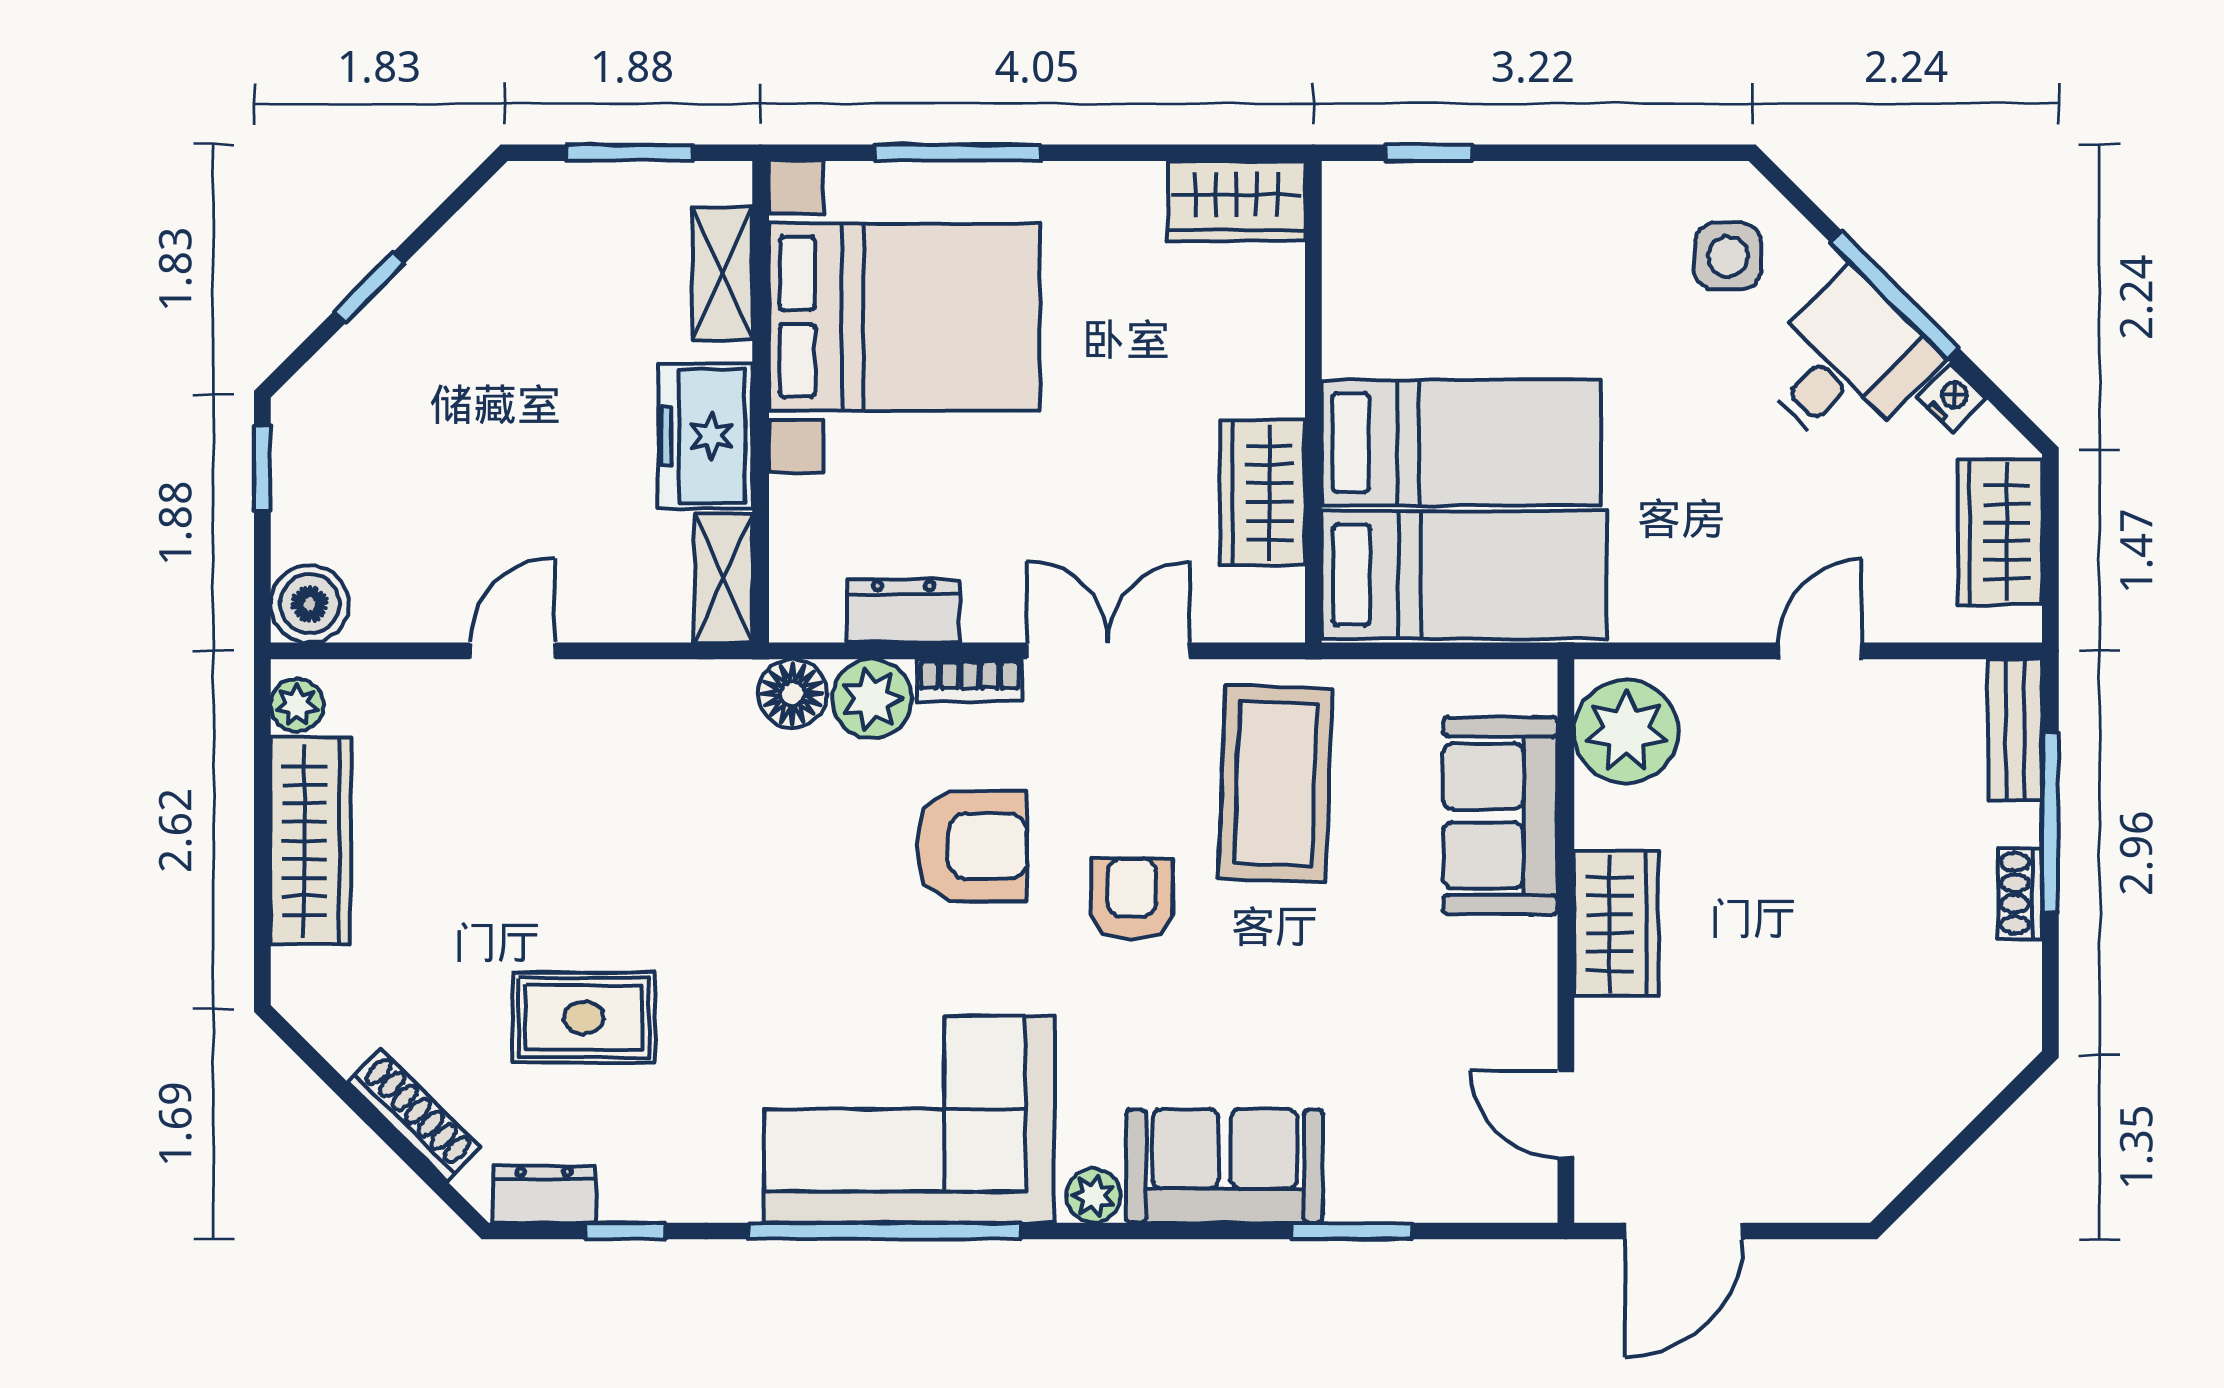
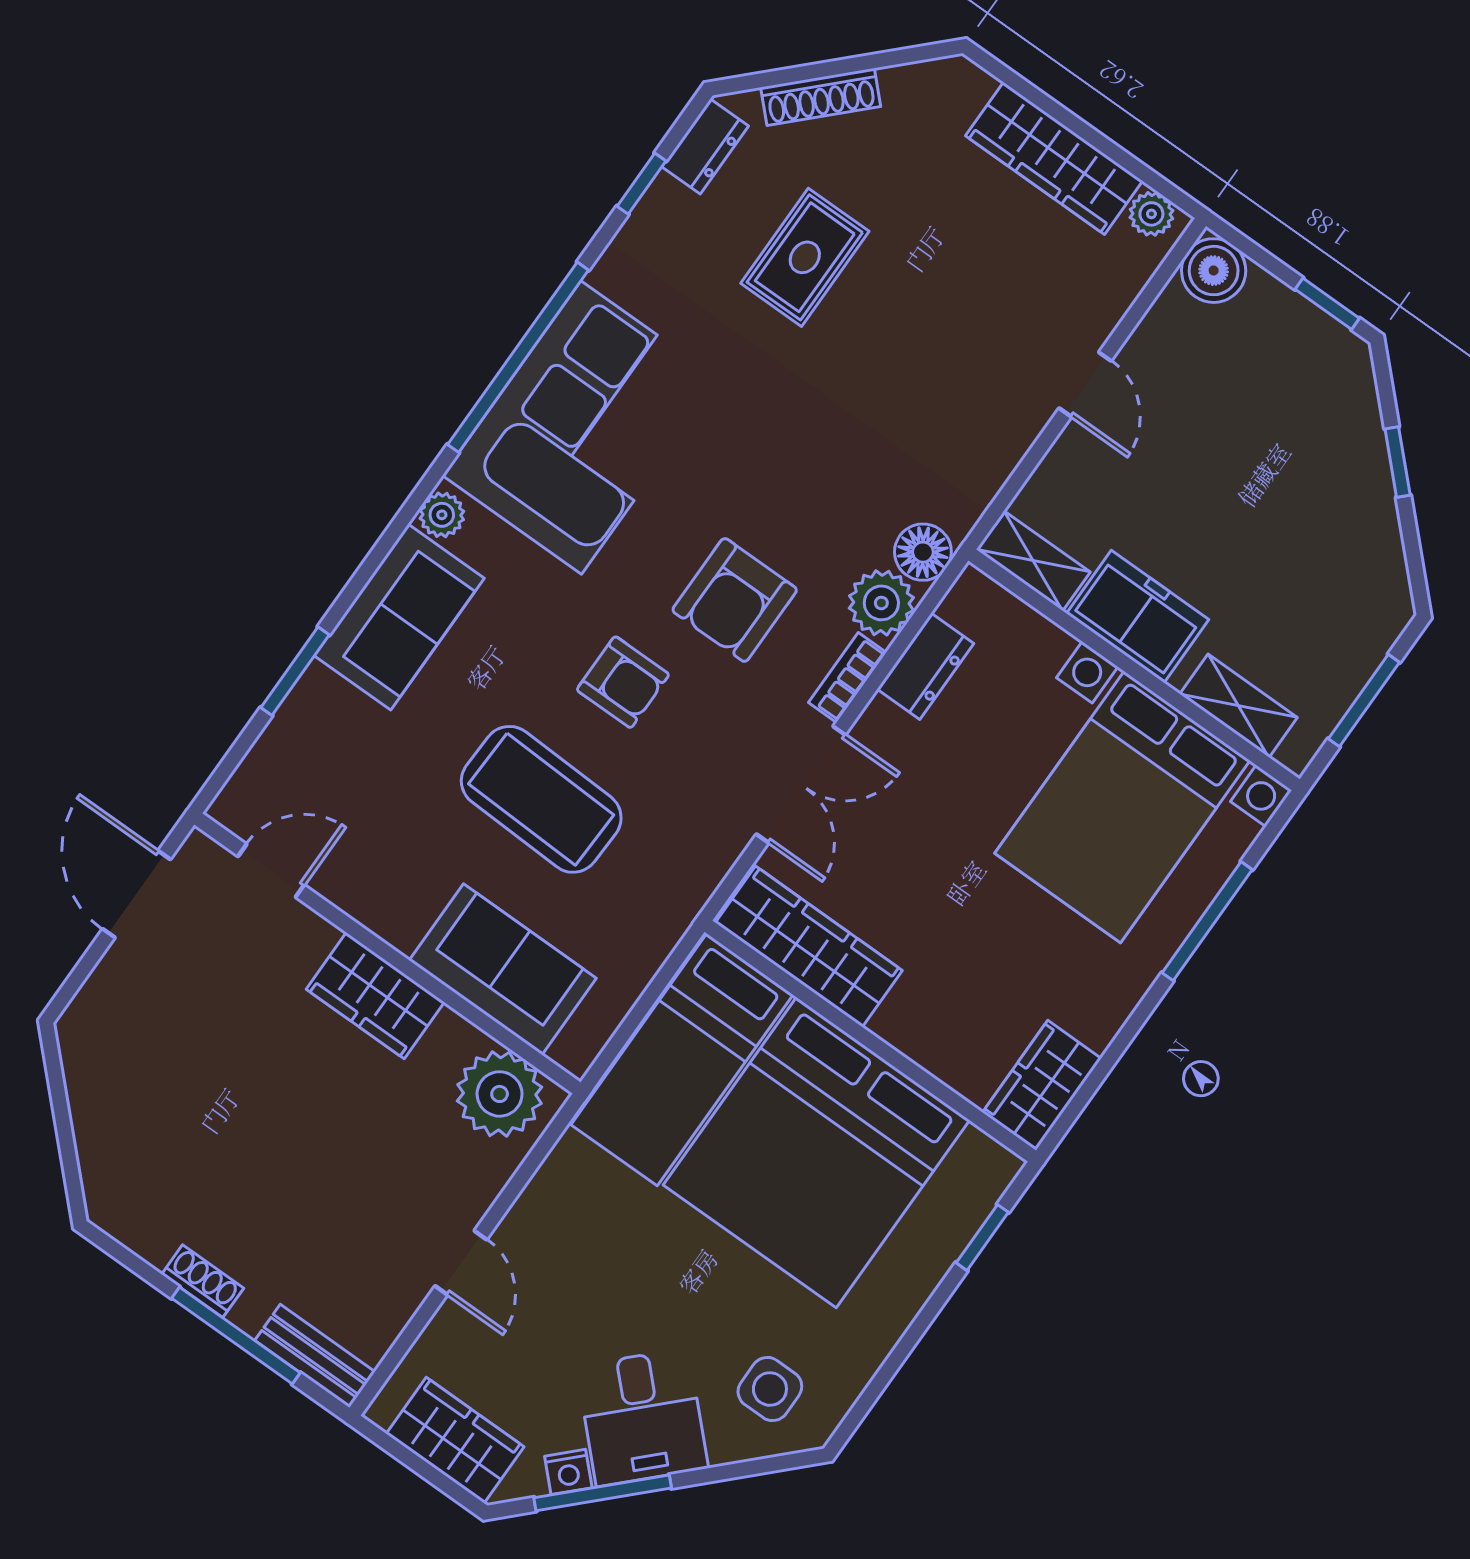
window: (1895, 295) -> (603, 1493), moved
bed: (1461, 442) -> (816, 1153), width x2.04
wardrobe: (1263, 493) -> (809, 947), width x1.50
coffee table: (1275, 784) -> (541, 799), moved

